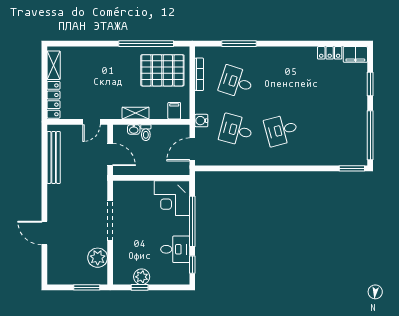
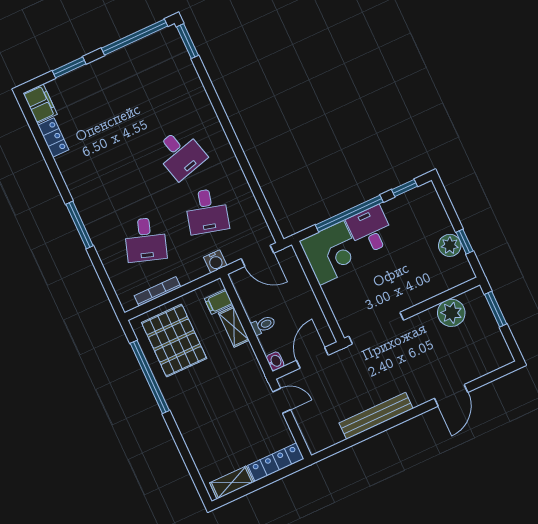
window: (239, 44) -> (80, 225), moved
shelving: (136, 113) -> (234, 327), moved
washbasin: (134, 129) -> (275, 361), moved
bench: (54, 157) -> (376, 416), moved
doorway: (110, 220) -> (376, 328), moved
desk: (175, 249) -> (370, 230), moved

